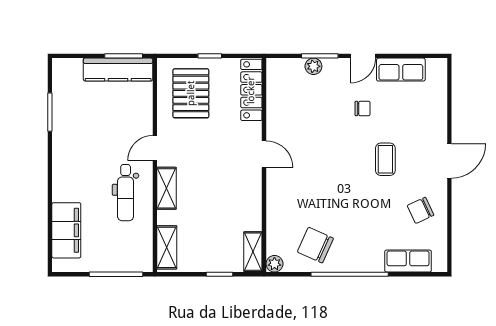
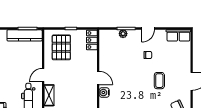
row of seats: (401, 70) -> (178, 35), moved
locker: (251, 90) -> (92, 40), width x0.66
water cooler: (276, 183) -> (104, 93), added

